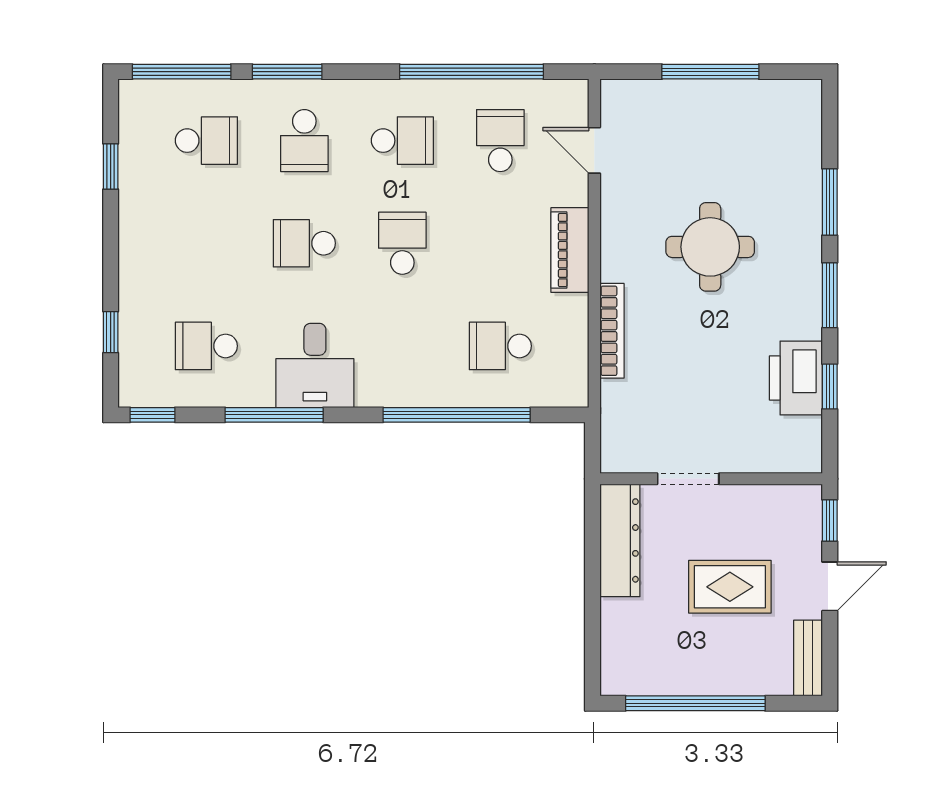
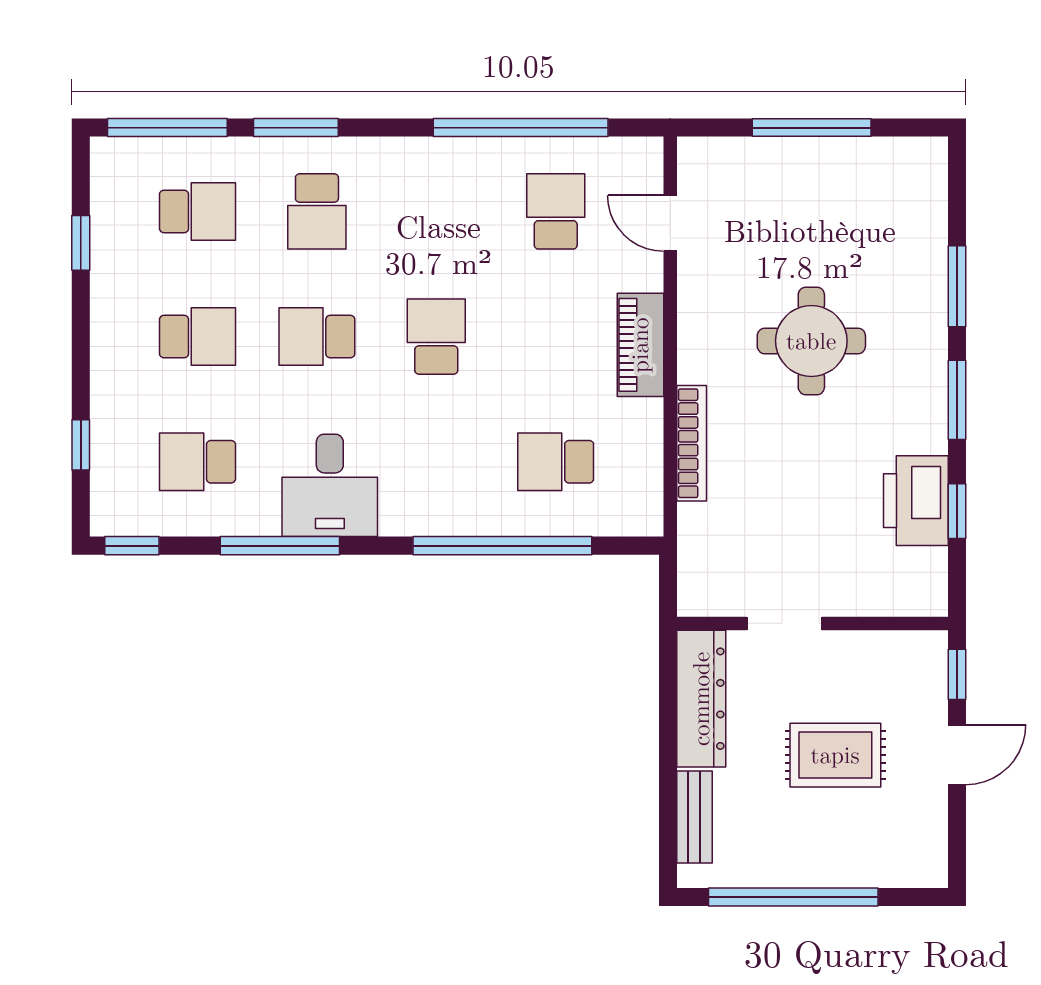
school desk: (402, 141) -> (198, 337), moved
bench: (808, 658) -> (694, 817), moved

